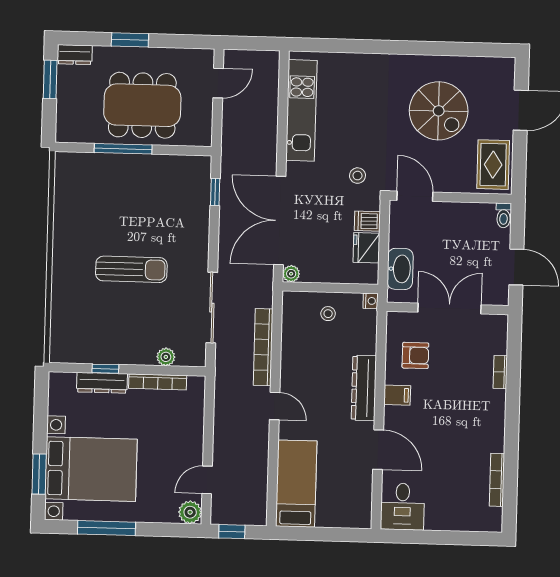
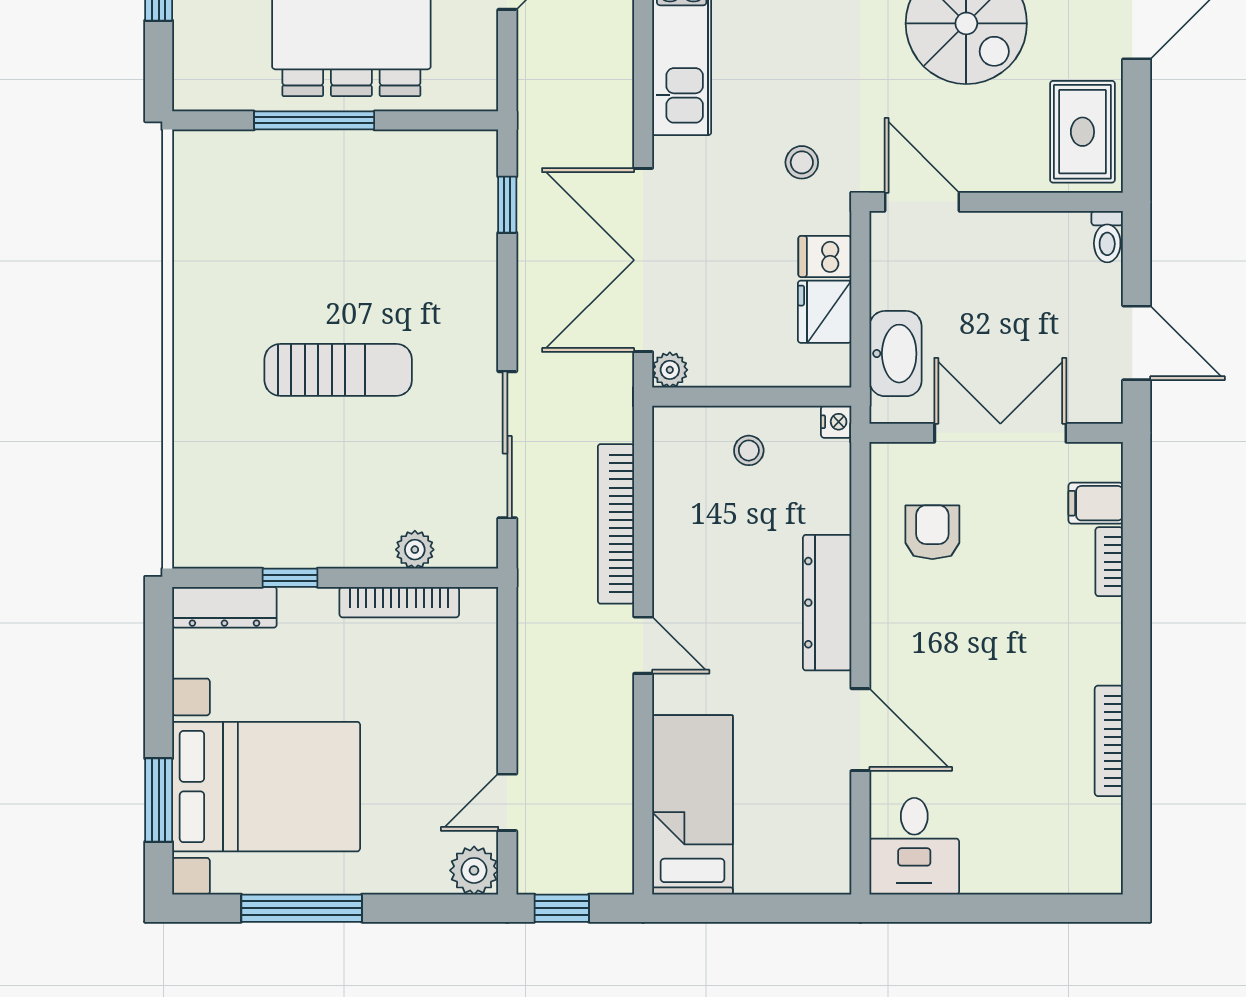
armchair: (415, 355) -> (932, 532), turned -90
dresser: (102, 383) -> (224, 607), moved
filing cabinet: (397, 395) -> (1096, 503), moved, turned 180
bookcase: (497, 480) -> (1109, 741), moved

